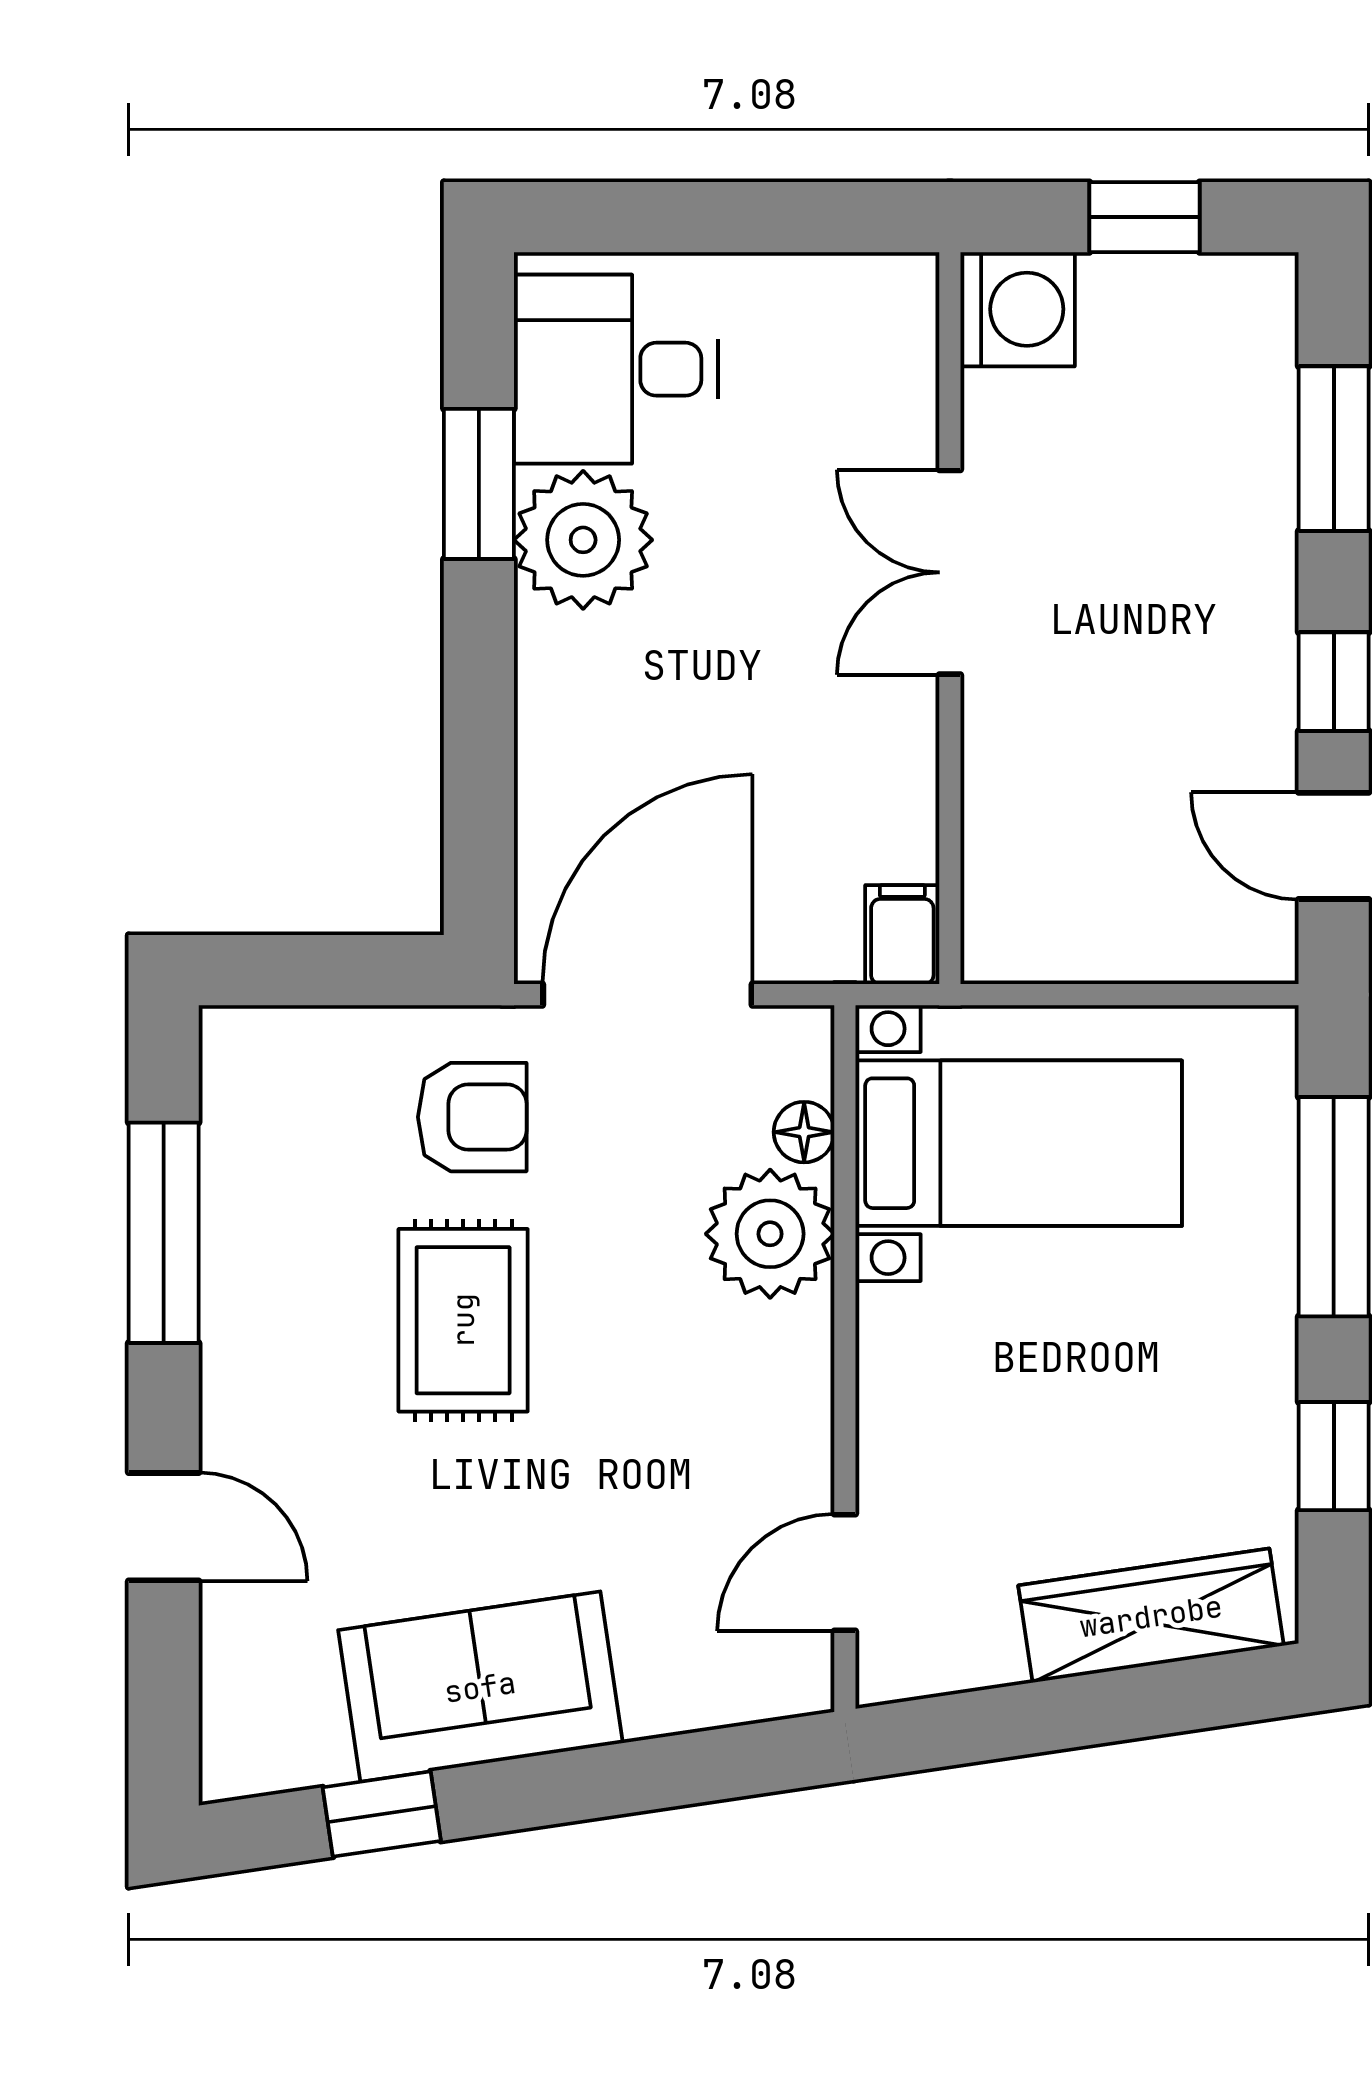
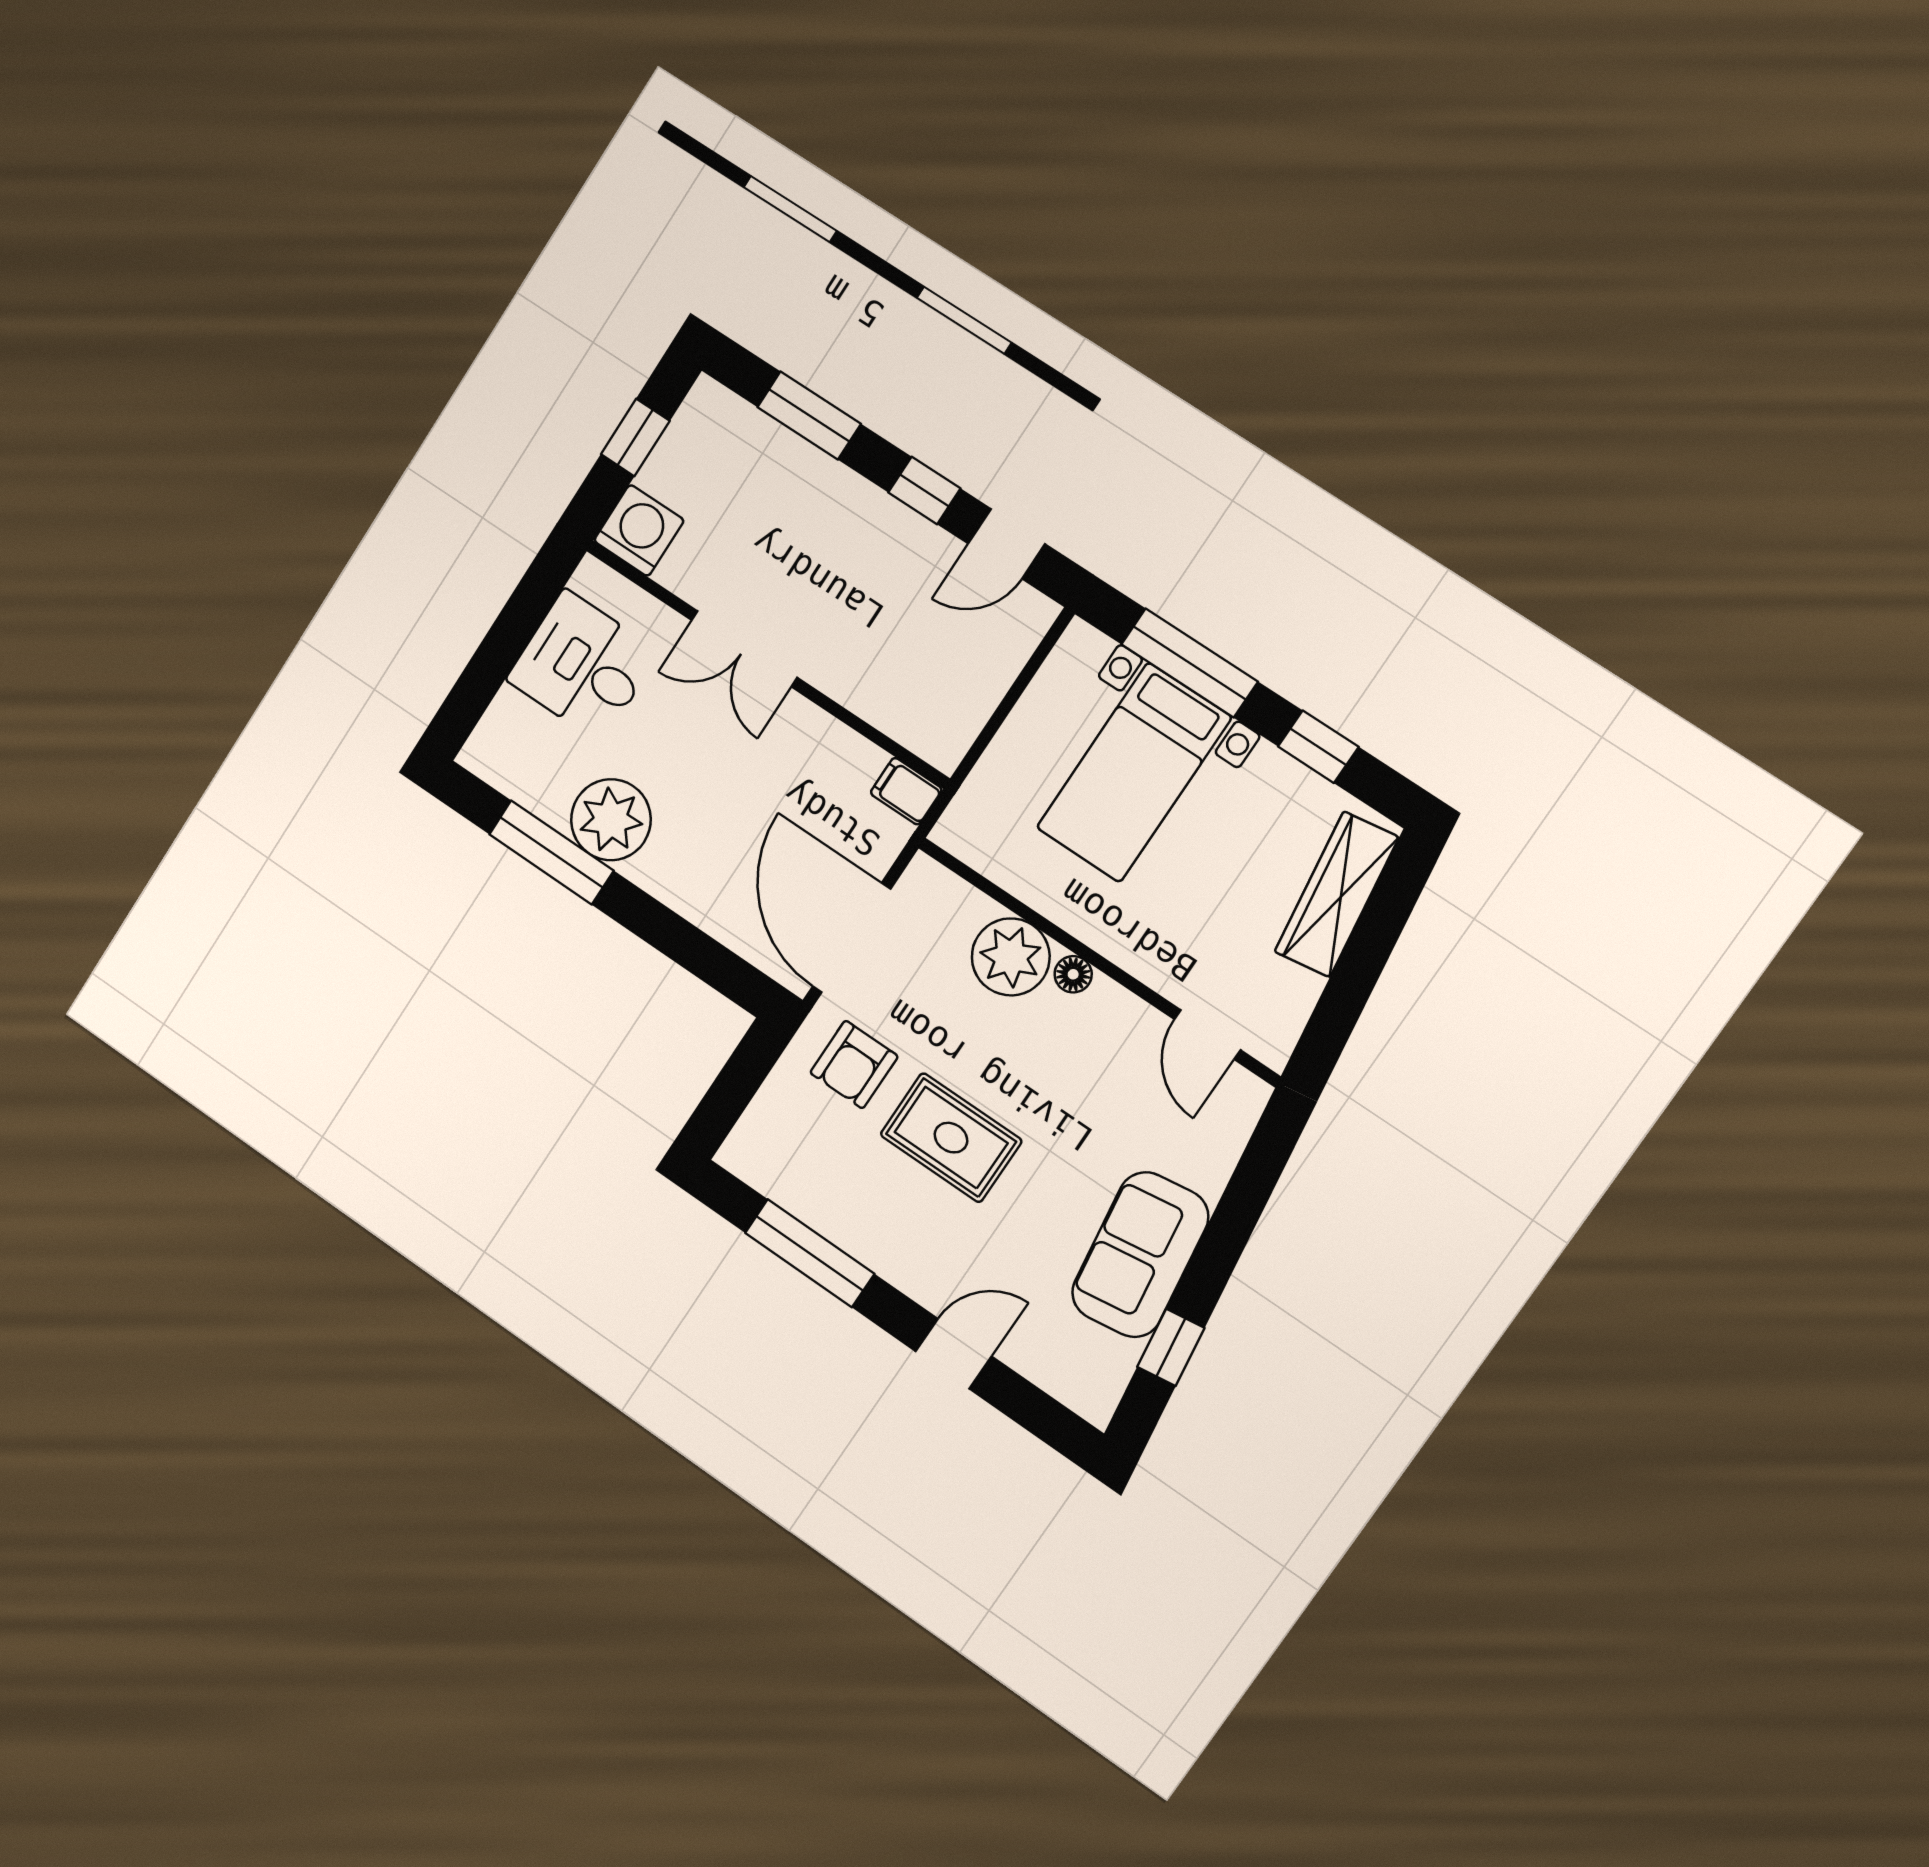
desk: (616, 369) -> (583, 666), moved, turned 90
window: (479, 484) -> (551, 852), width x1.44
armchair: (472, 1117) -> (854, 1065), turned 180
floor lamp: (804, 1132) -> (1073, 974), moved
bed with nightstands: (1019, 1143) -> (1134, 773), moved, turned 180

